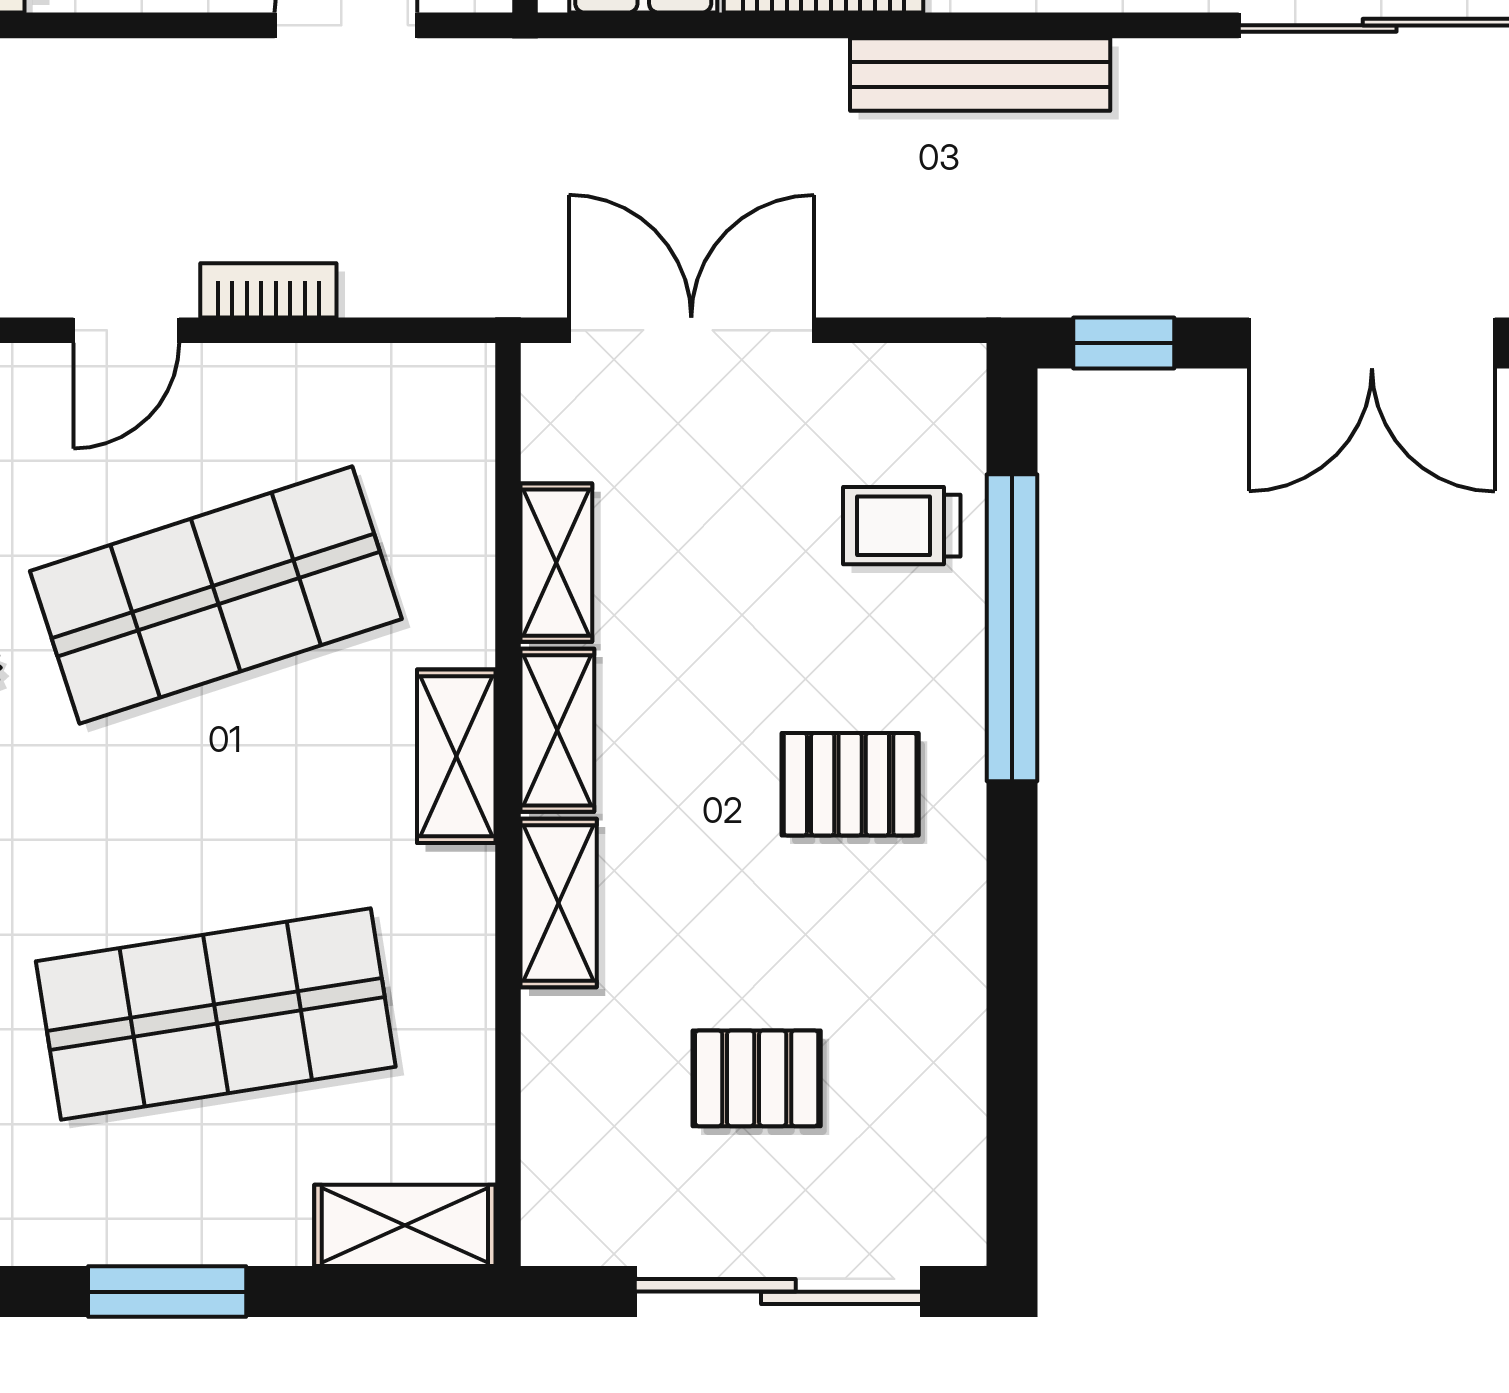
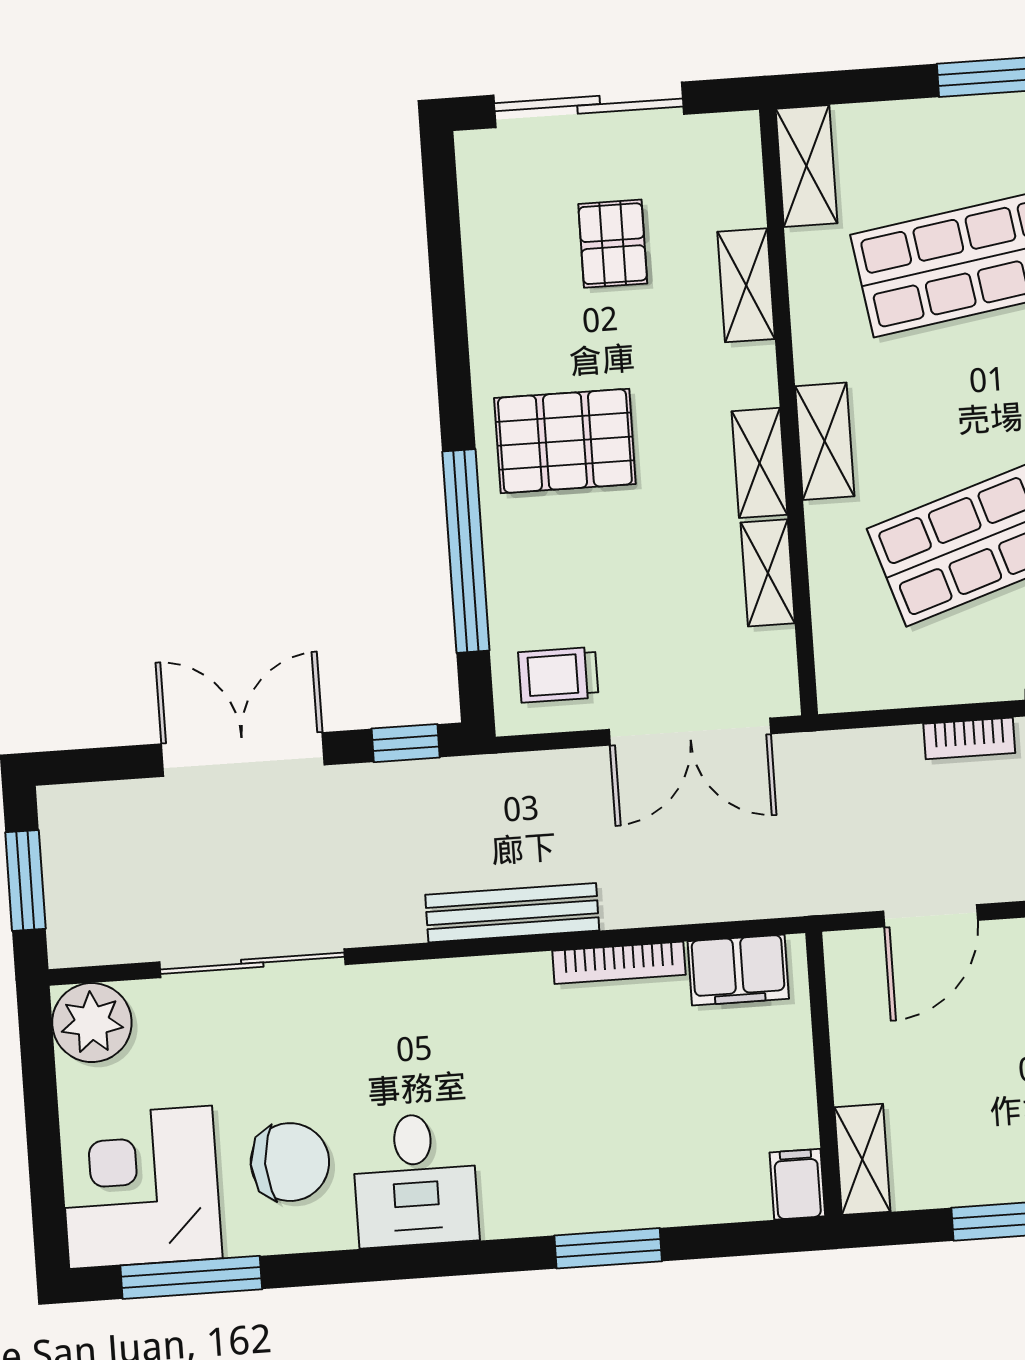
trolley: (902, 526) -> (558, 675), moved, turned 180
pallet: (850, 784) -> (565, 441), width x1.50, depth x1.42
shelving: (559, 903) -> (746, 285), moved
pallet: (757, 1078) -> (613, 244), turned 90
shelving: (405, 1225) -> (806, 166), moved, turned 90

